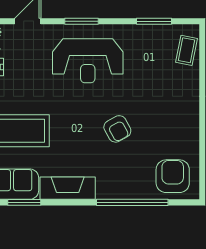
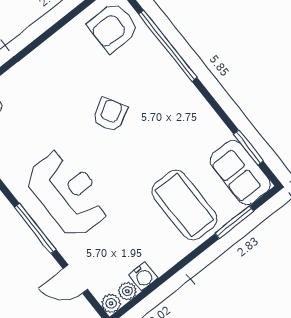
window: (81, 21) -> (35, 229), width x1.44
fireplace: (68, 188) -> (203, 117), removed

